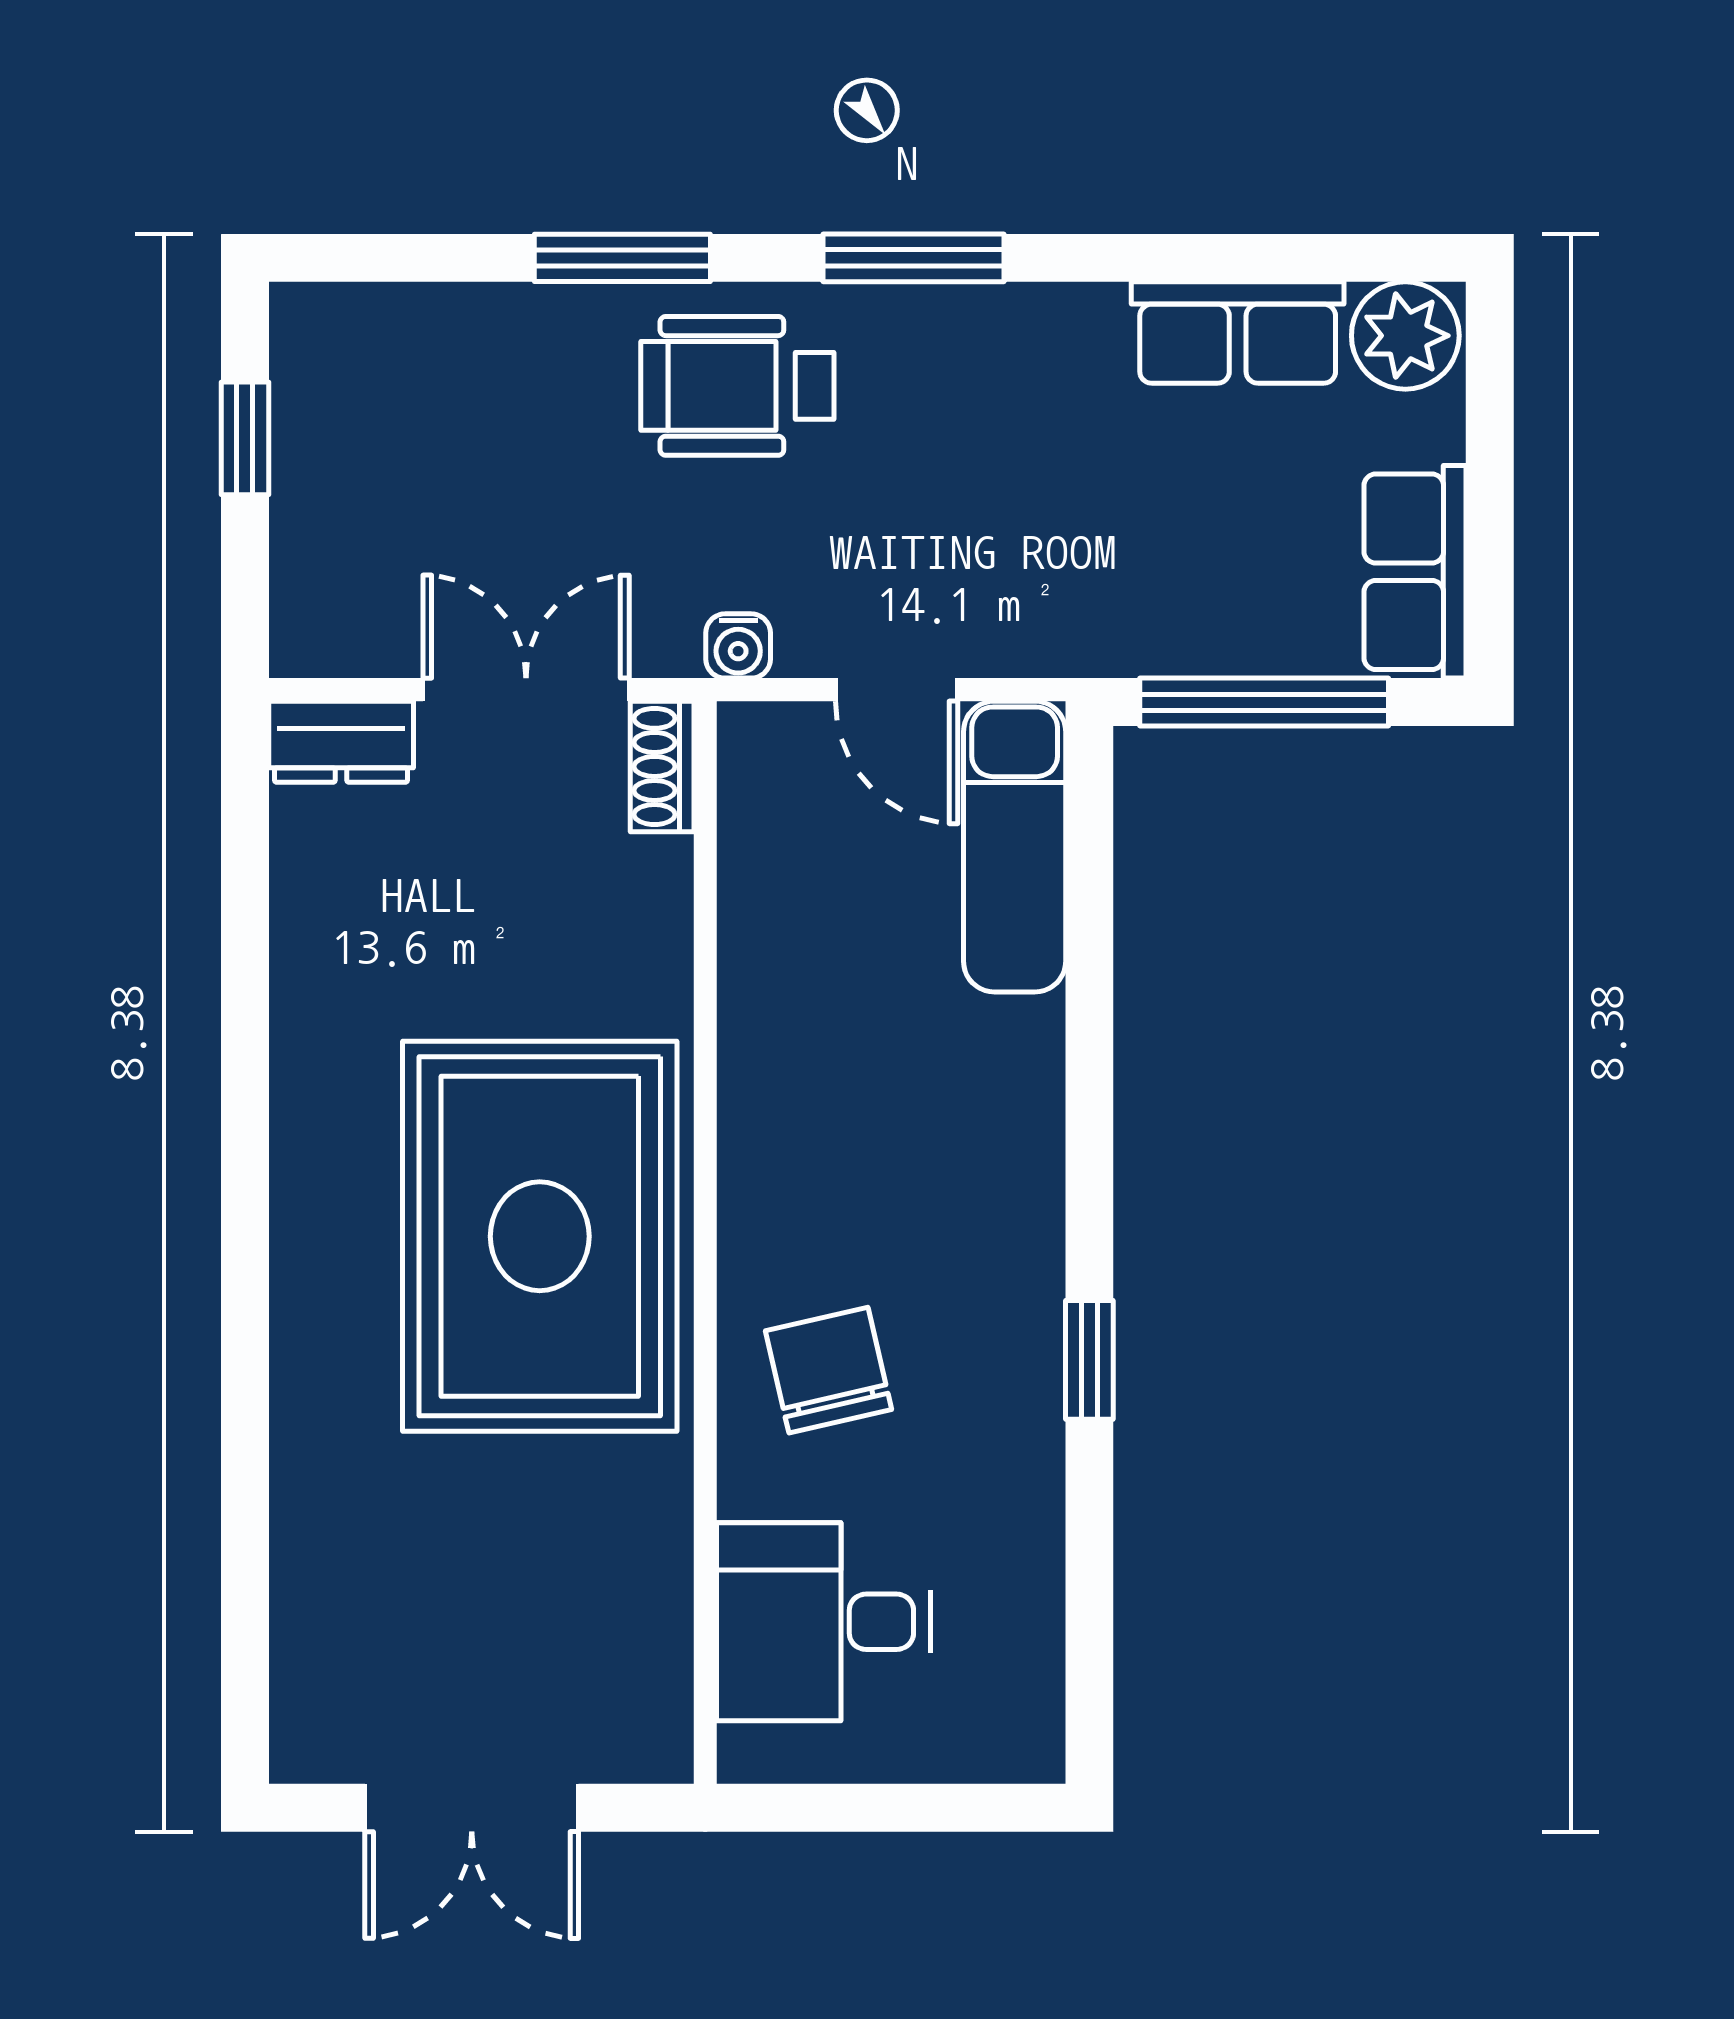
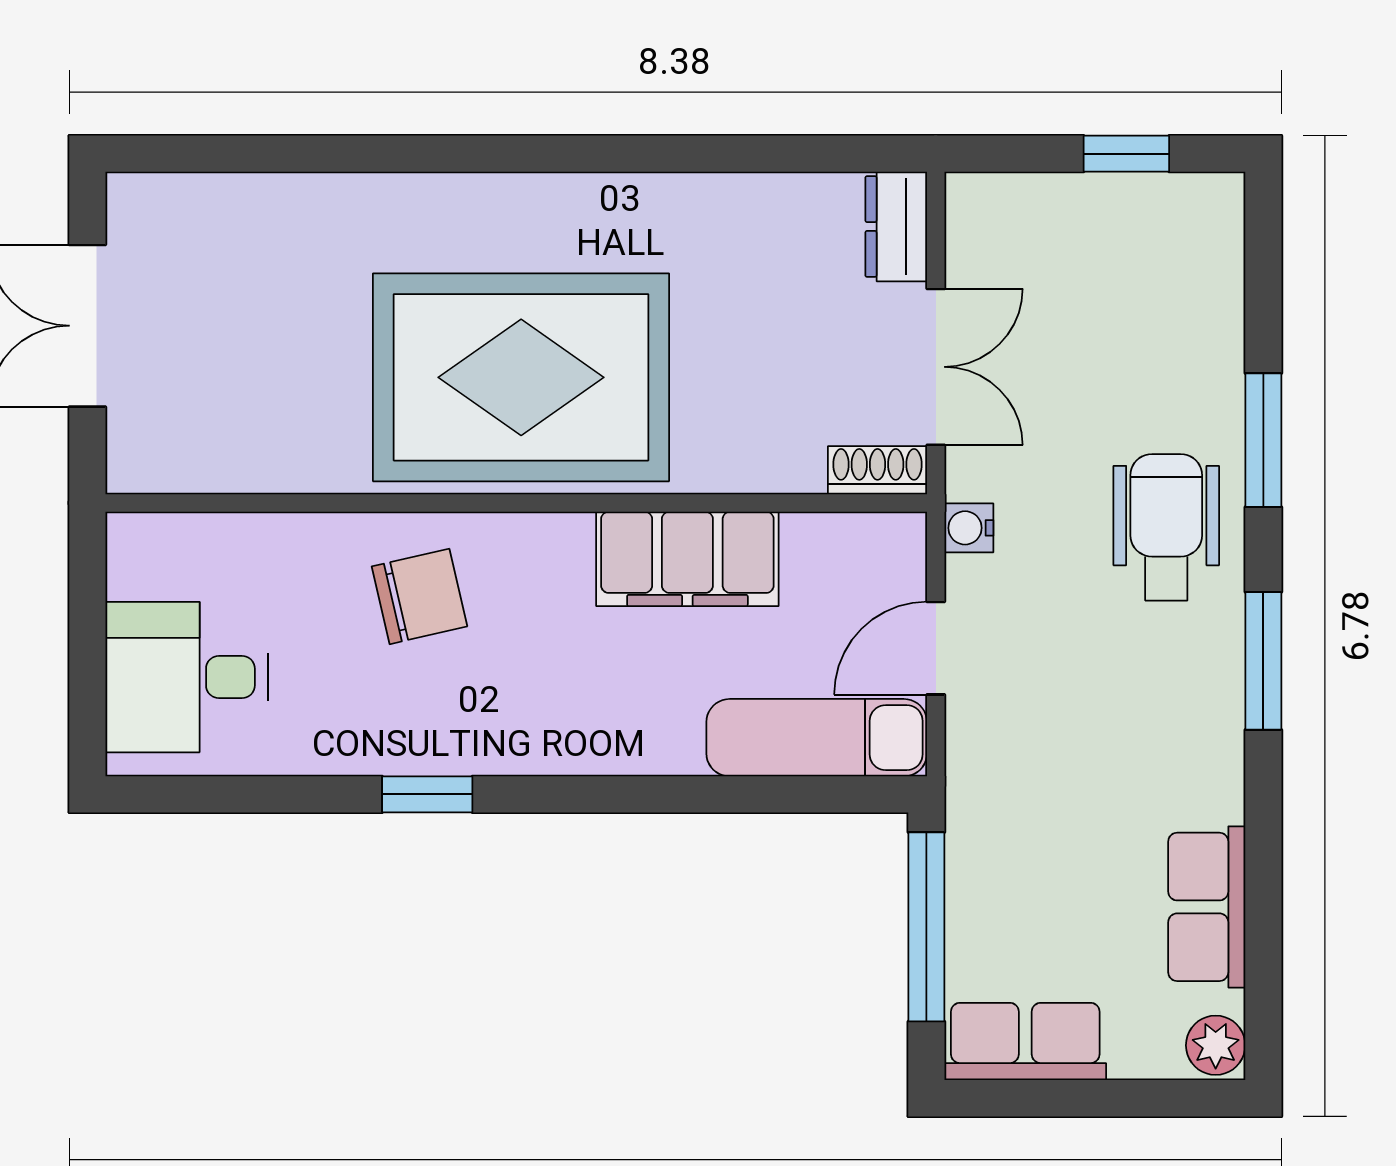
plant: (1405, 336) -> (1216, 1045), width x0.73, depth x0.73
filing cabinet: (779, 1017) -> (687, 559), added
desk: (824, 1622) -> (187, 677), moved, turned -90

